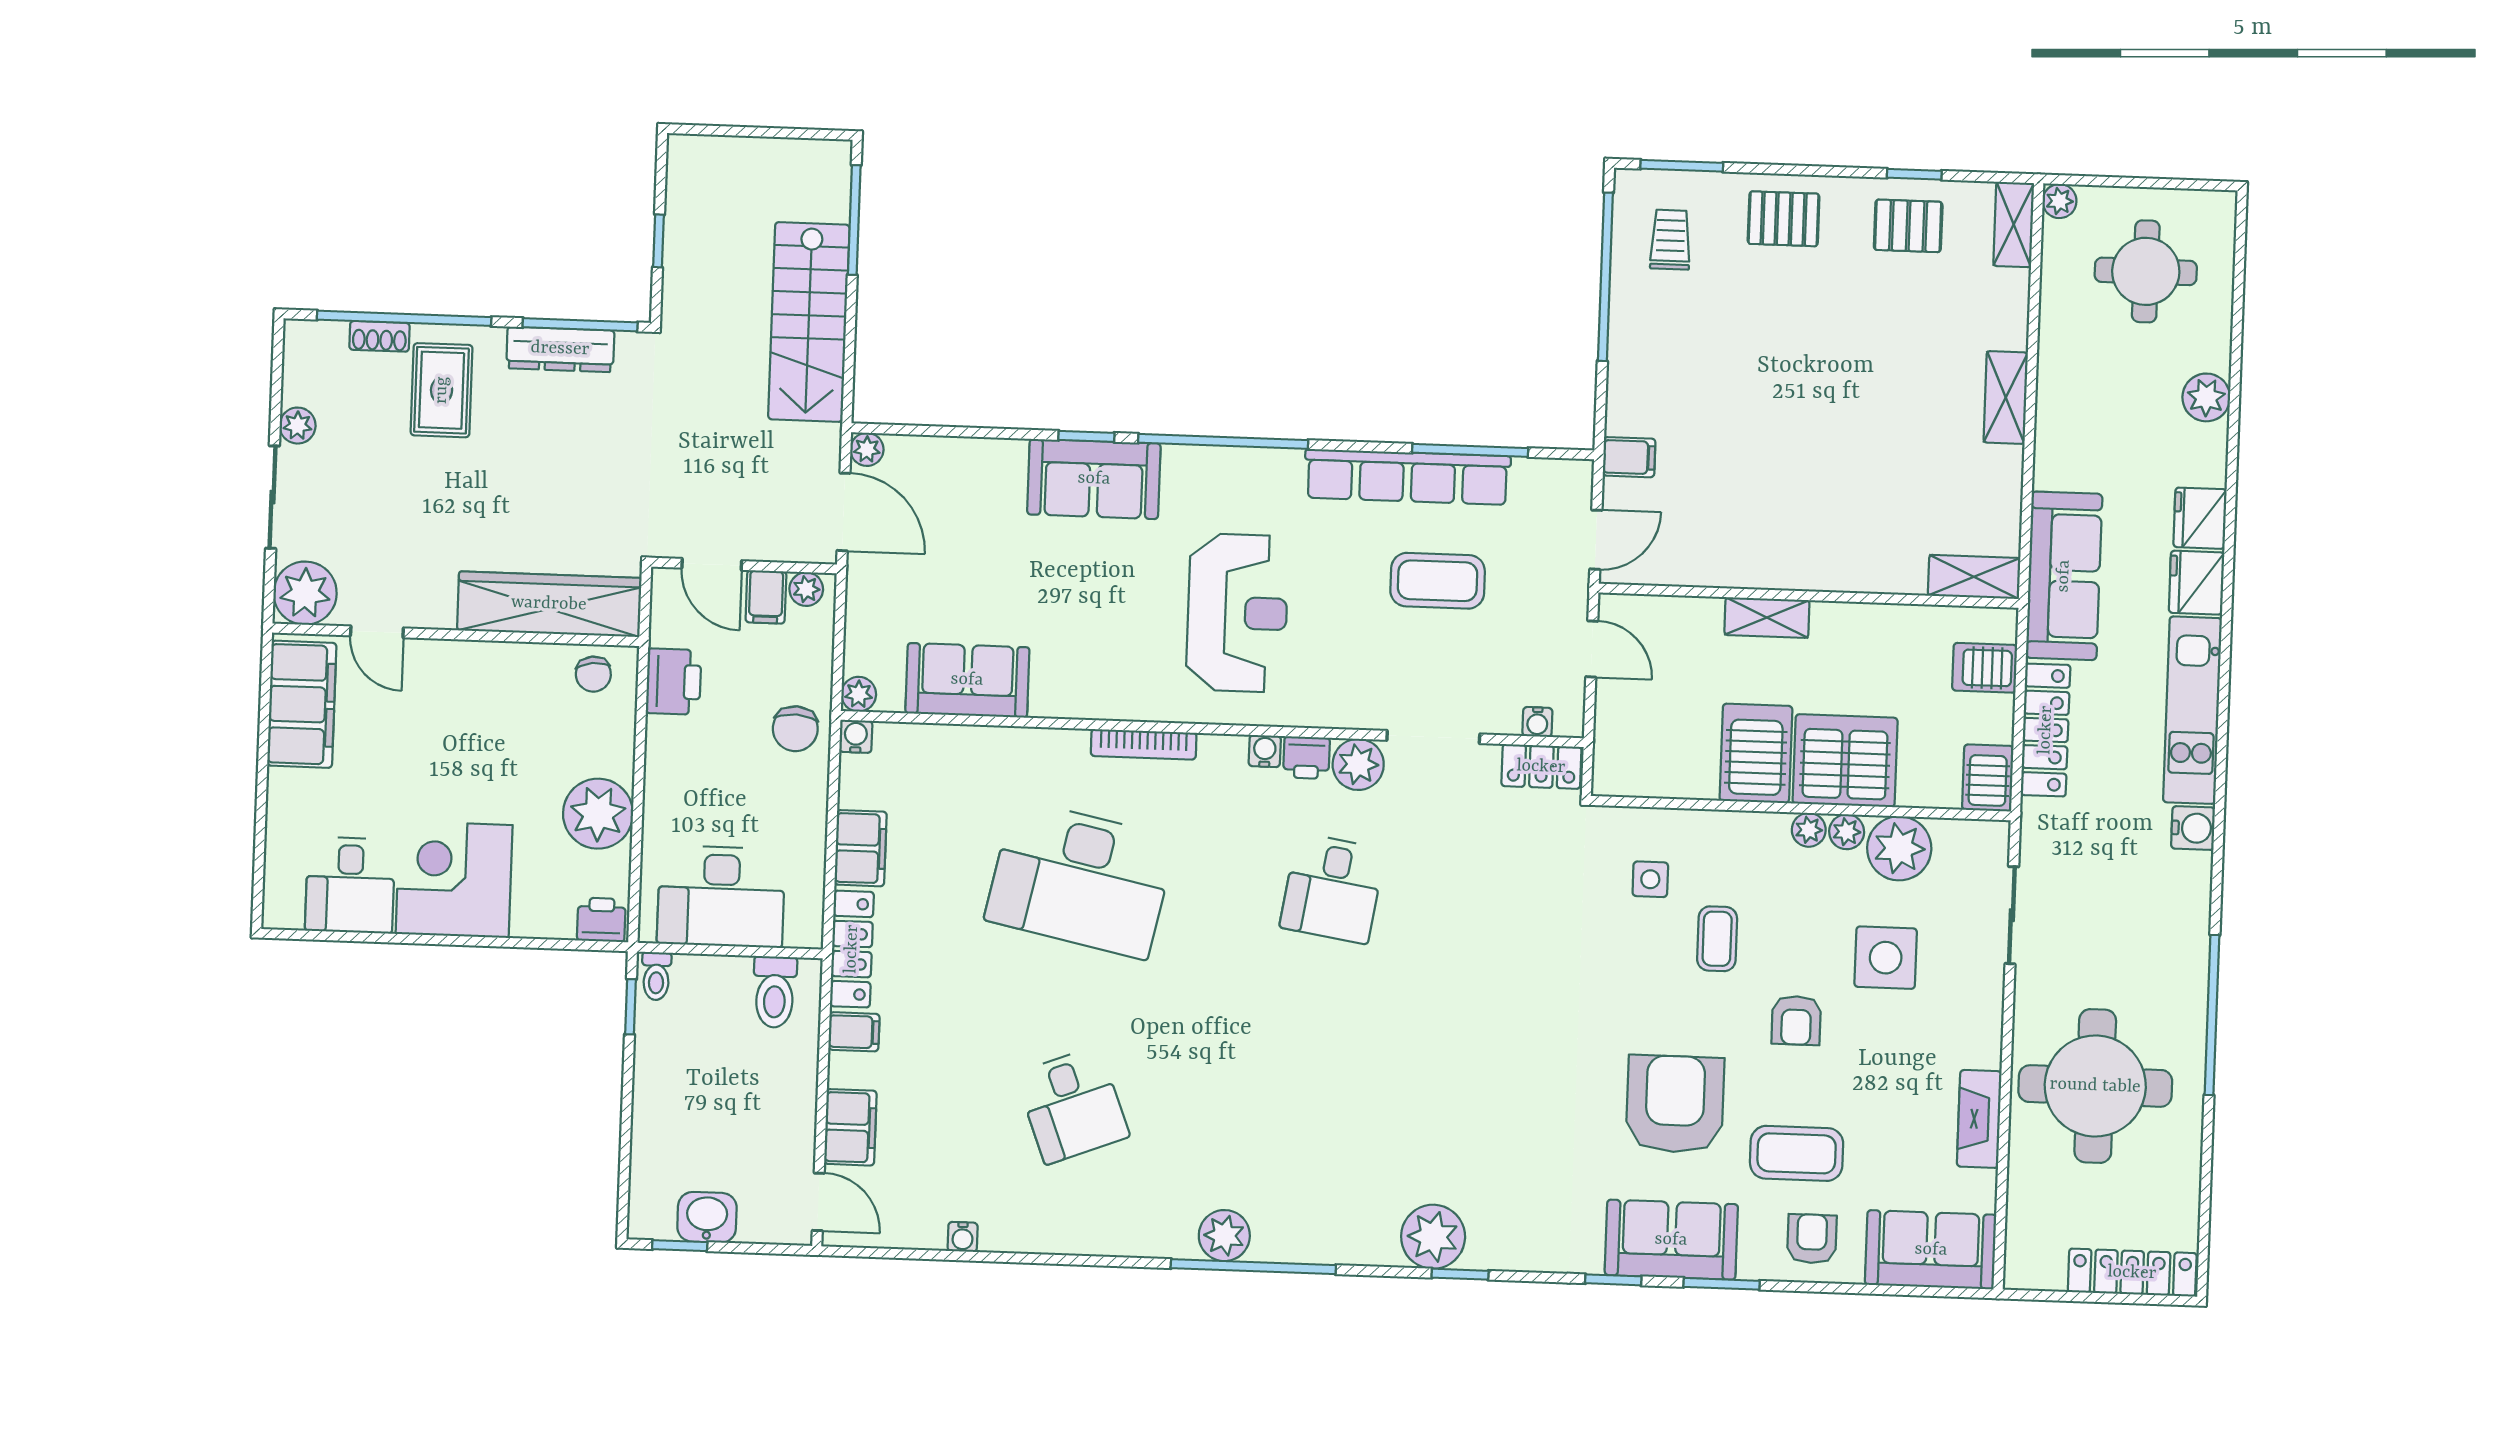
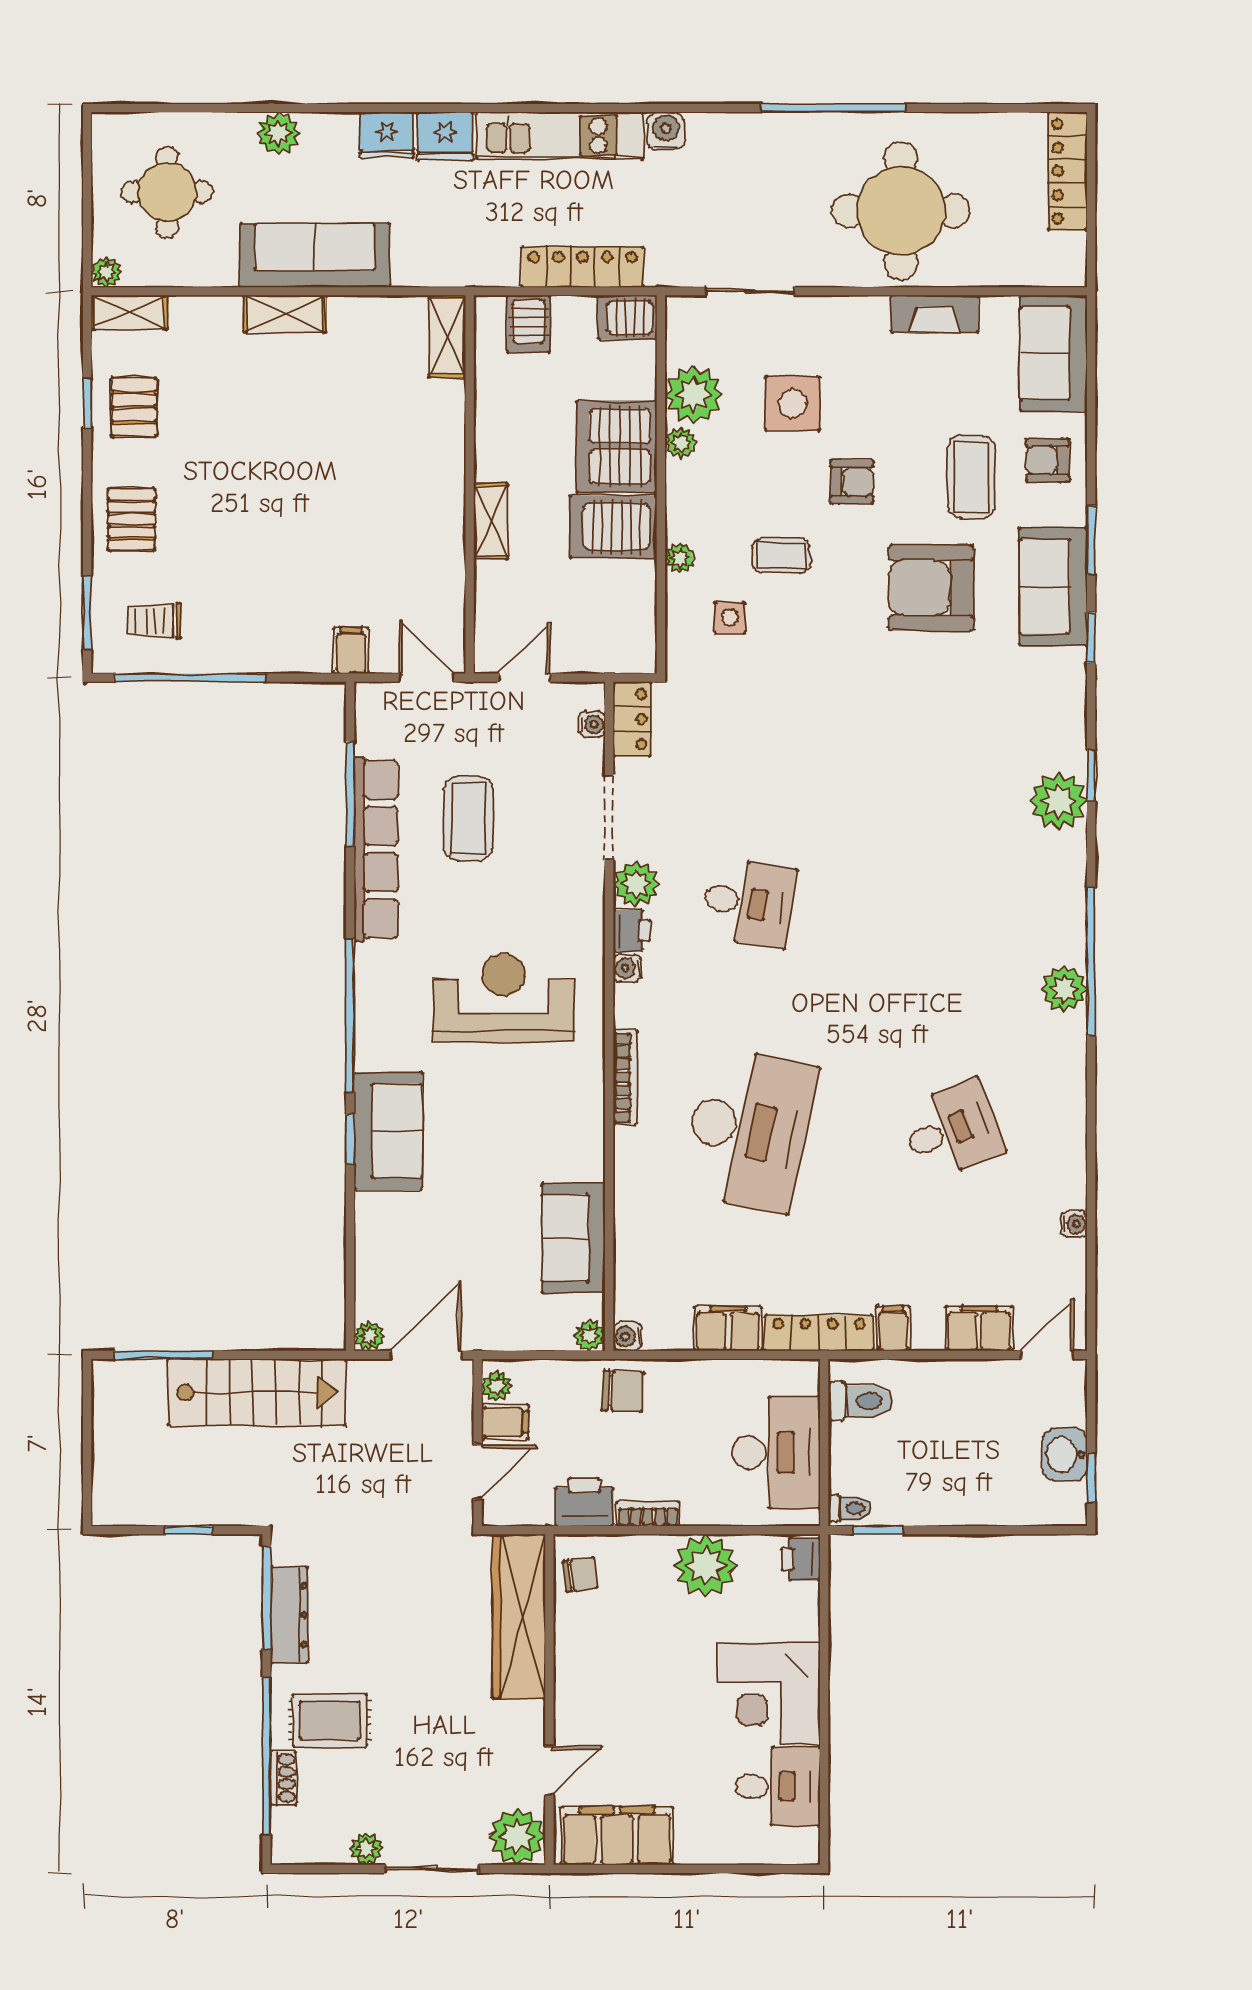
sofa: (2064, 576) -> (315, 255), moved
bookcase: (658, 752) -> (648, 1514), added
plant: (1809, 830) -> (680, 558), moved

